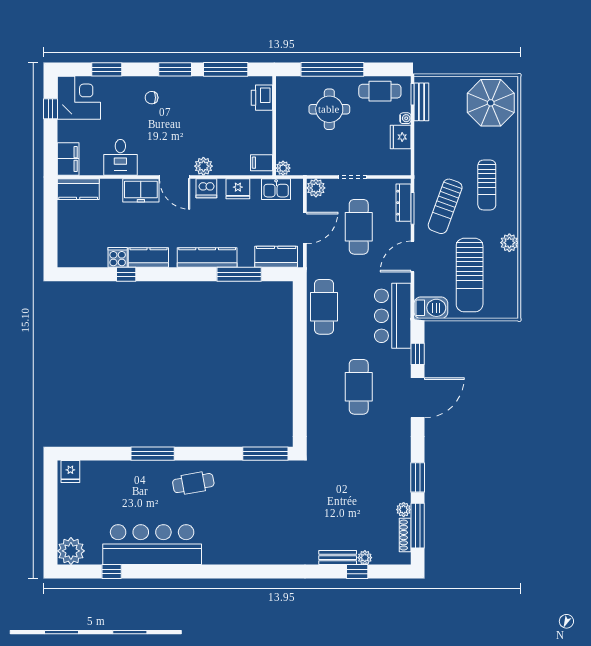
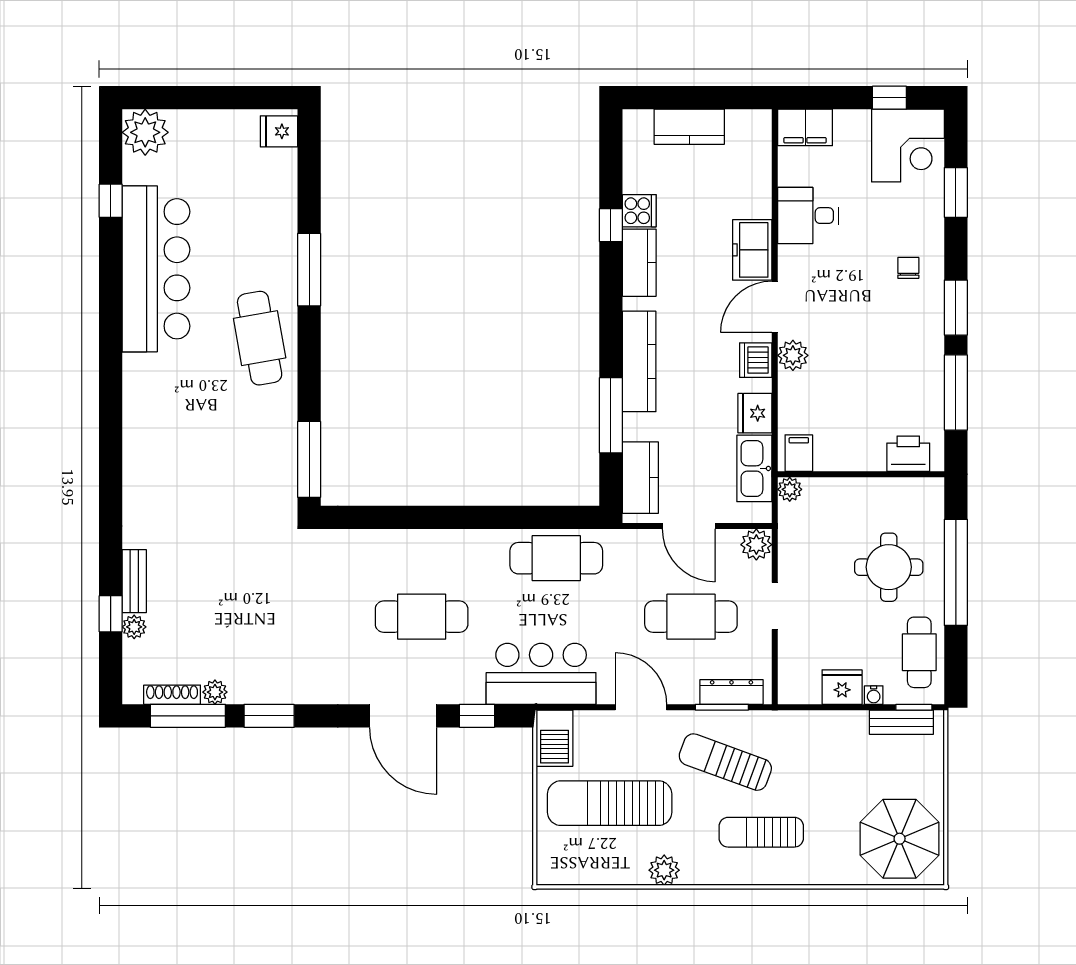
kitchen counter: (78, 189) -> (689, 127), moved, turned -90
kitchen sink: (276, 189) -> (754, 468), width x1.38
cafe table: (193, 483) -> (260, 338), width x1.37, depth x1.35

